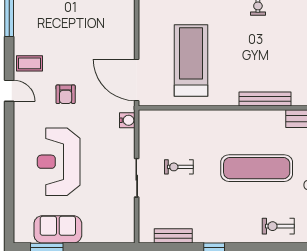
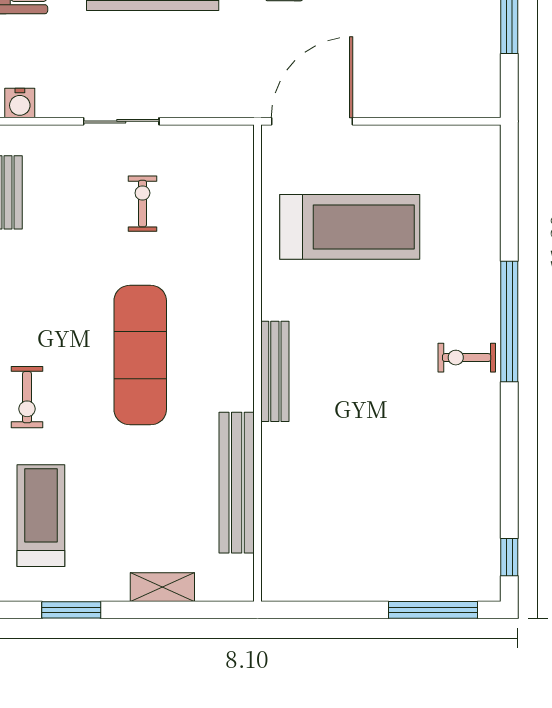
water cooler: (127, 120) -> (20, 103), moved
exercise bike: (278, 226) -> (27, 397), turned 180

